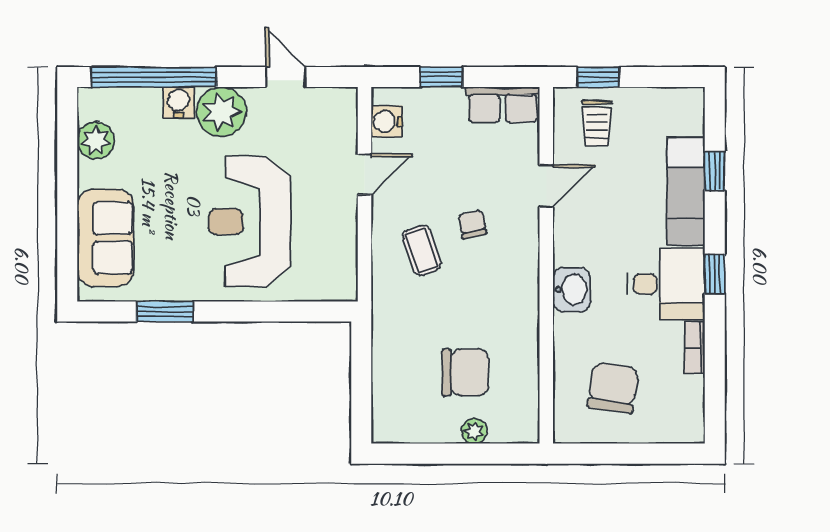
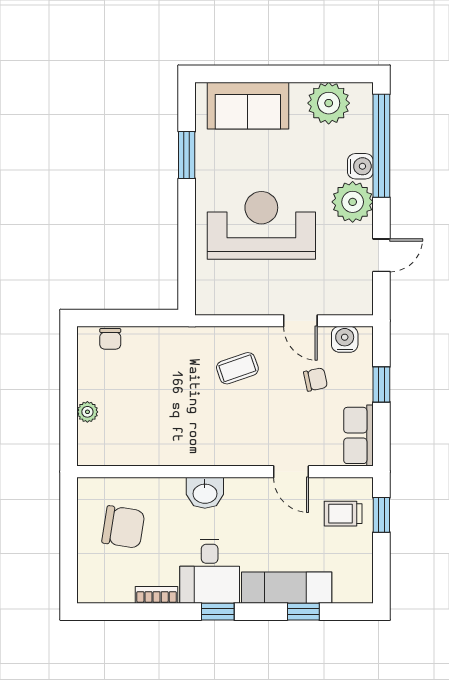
plant: (96, 141) -> (329, 103), width x1.36, depth x1.36
chair: (472, 224) -> (315, 379), moved
chair: (465, 372) -> (110, 339), moved, width x0.54, depth x0.54

